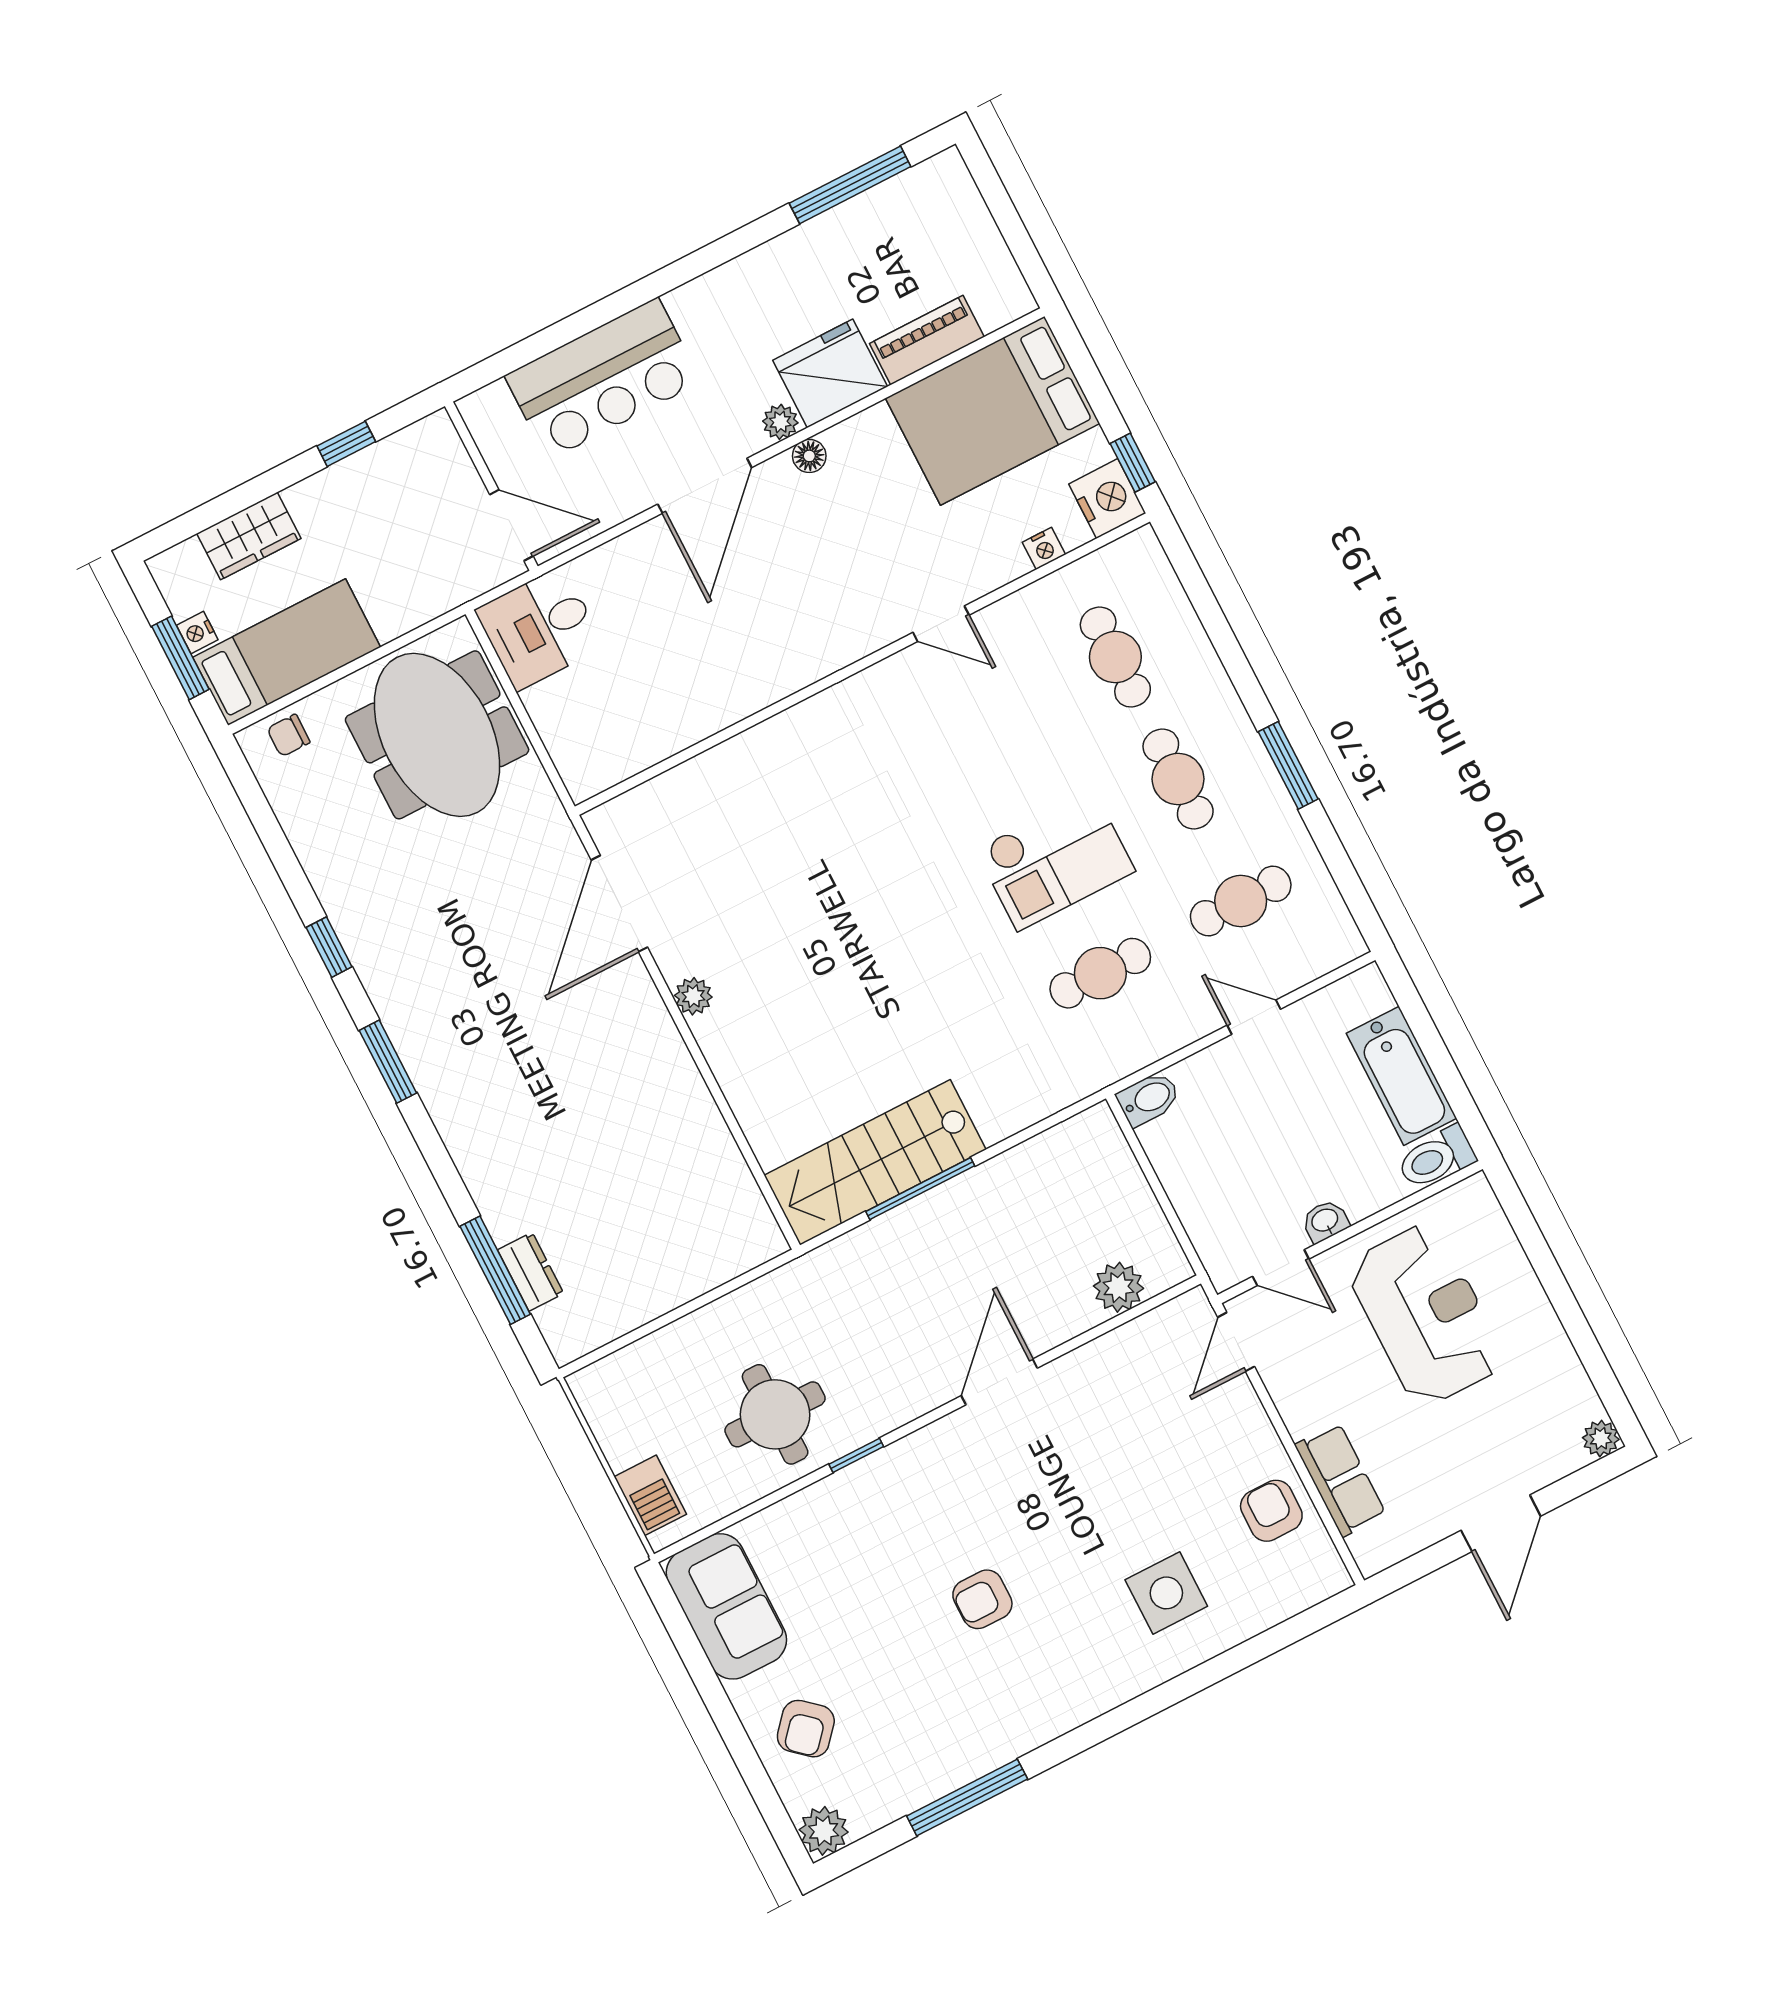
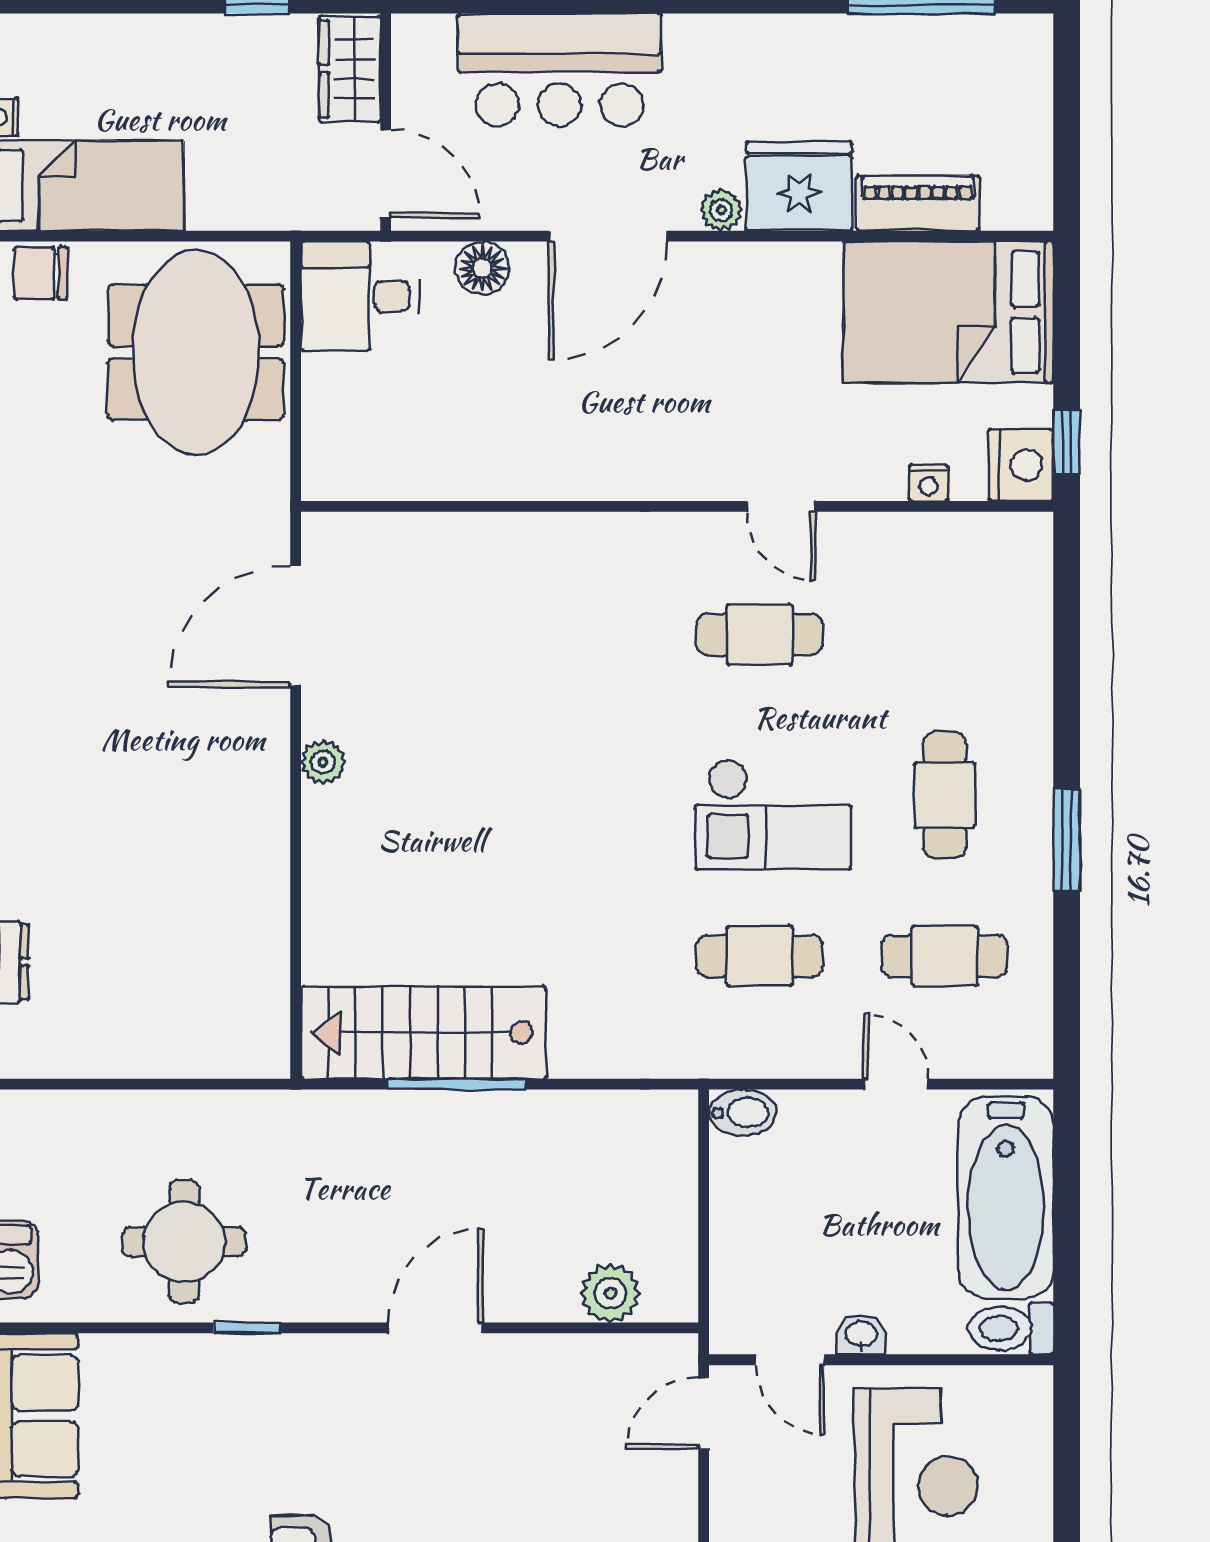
floor lamp: (809, 456) -> (482, 268), moved, width x1.37, depth x1.37
wardrobe: (249, 536) -> (350, 69), moved, turned 90
cafe table: (1115, 657) -> (760, 635), moved, turned 90
chair: (289, 735) -> (41, 273), width x1.37, depth x1.37
bathtub: (1402, 1076) -> (1006, 1197), width x1.36, depth x1.36

